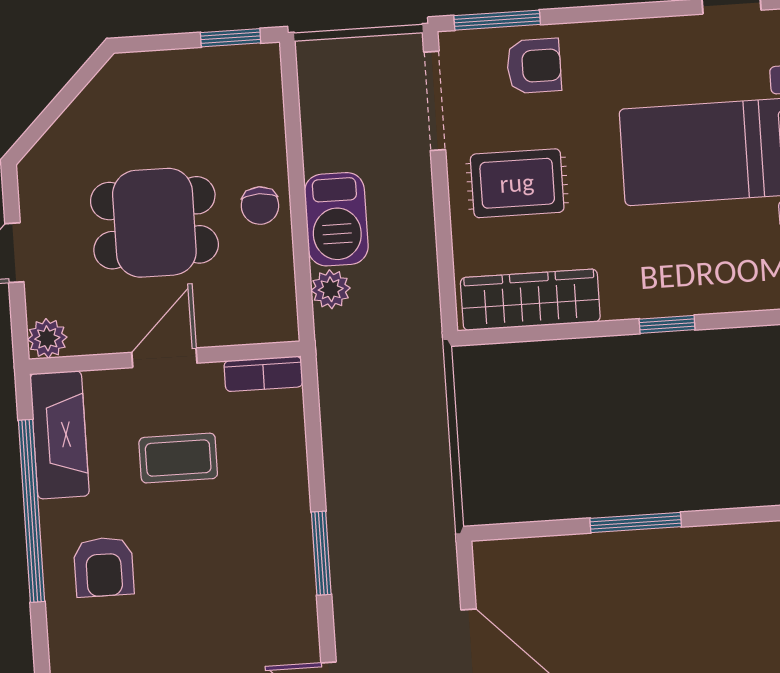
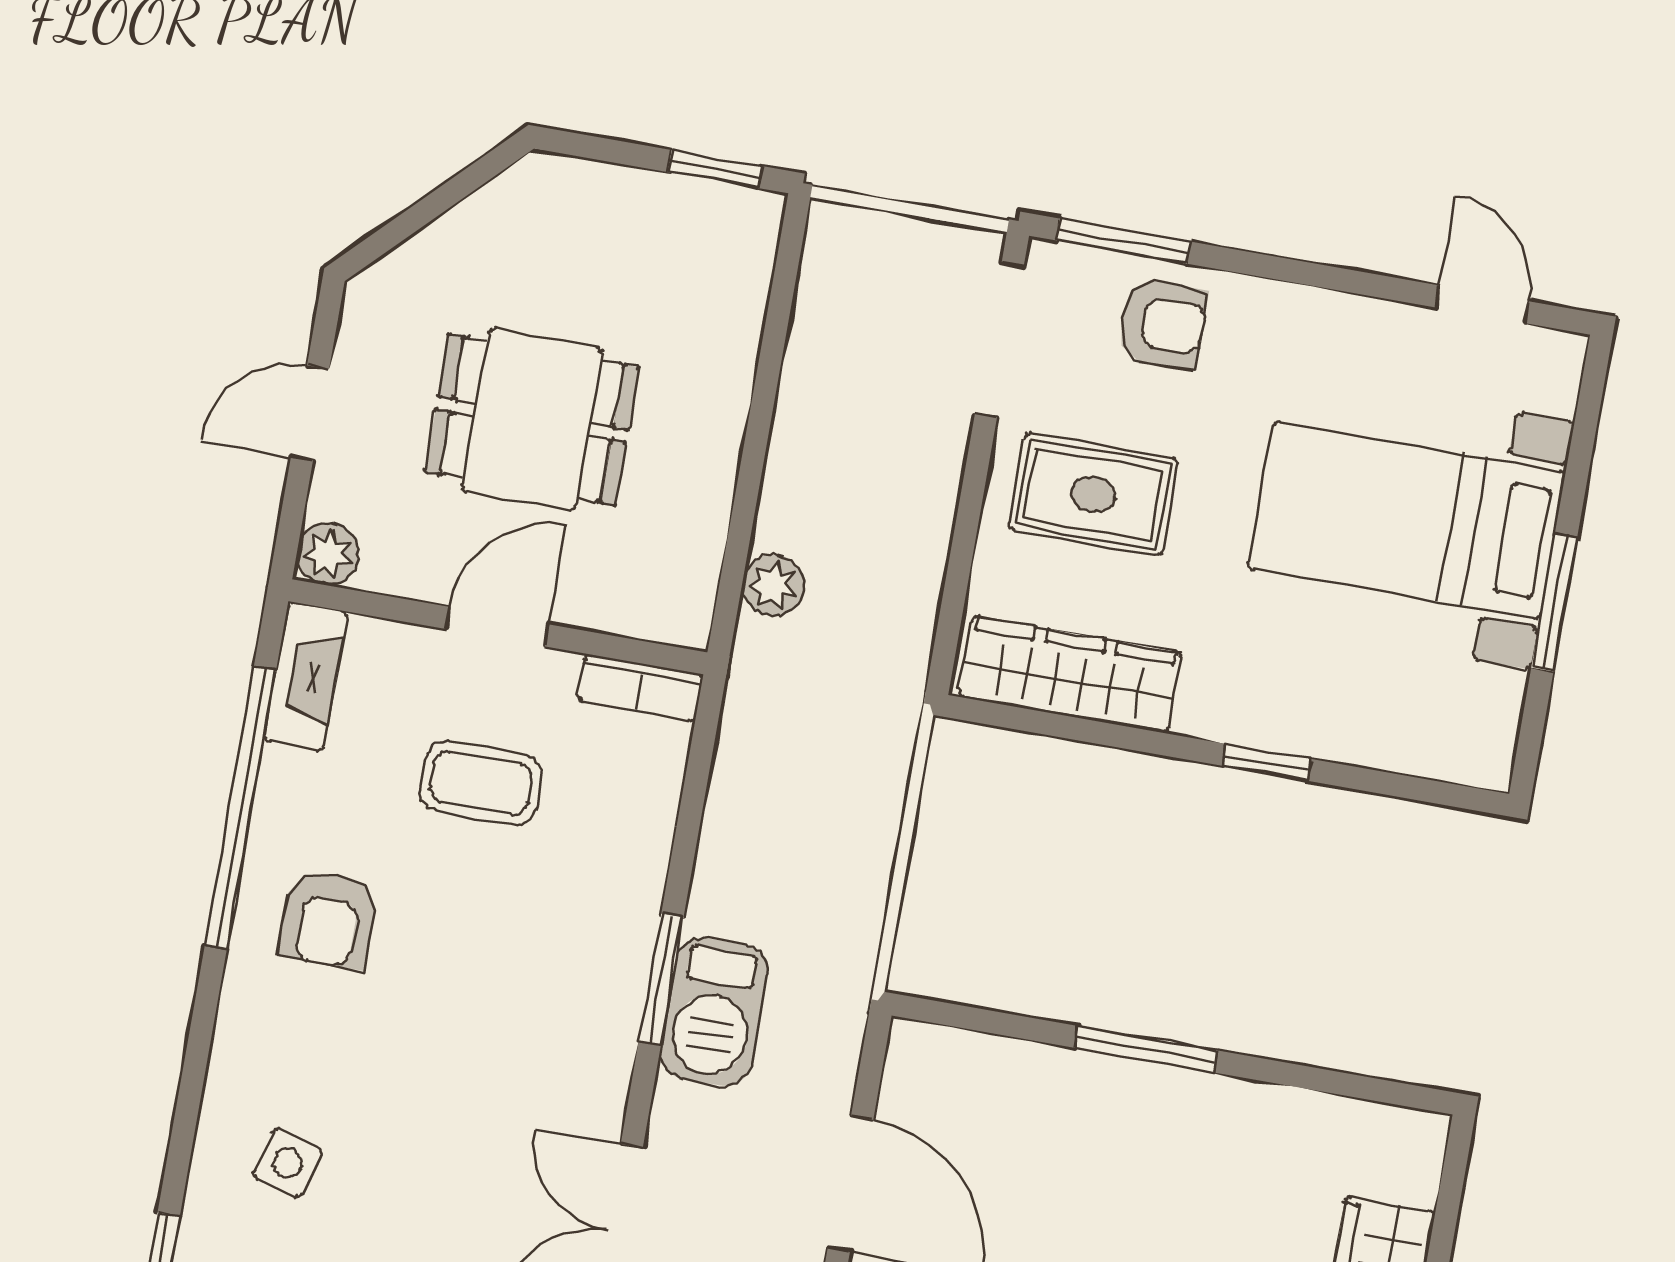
chair: (260, 206) -> (697, 433), removed
barbecue: (336, 219) -> (714, 1012), moved
fireplace: (60, 435) -> (306, 676), width x0.73, depth x0.76

